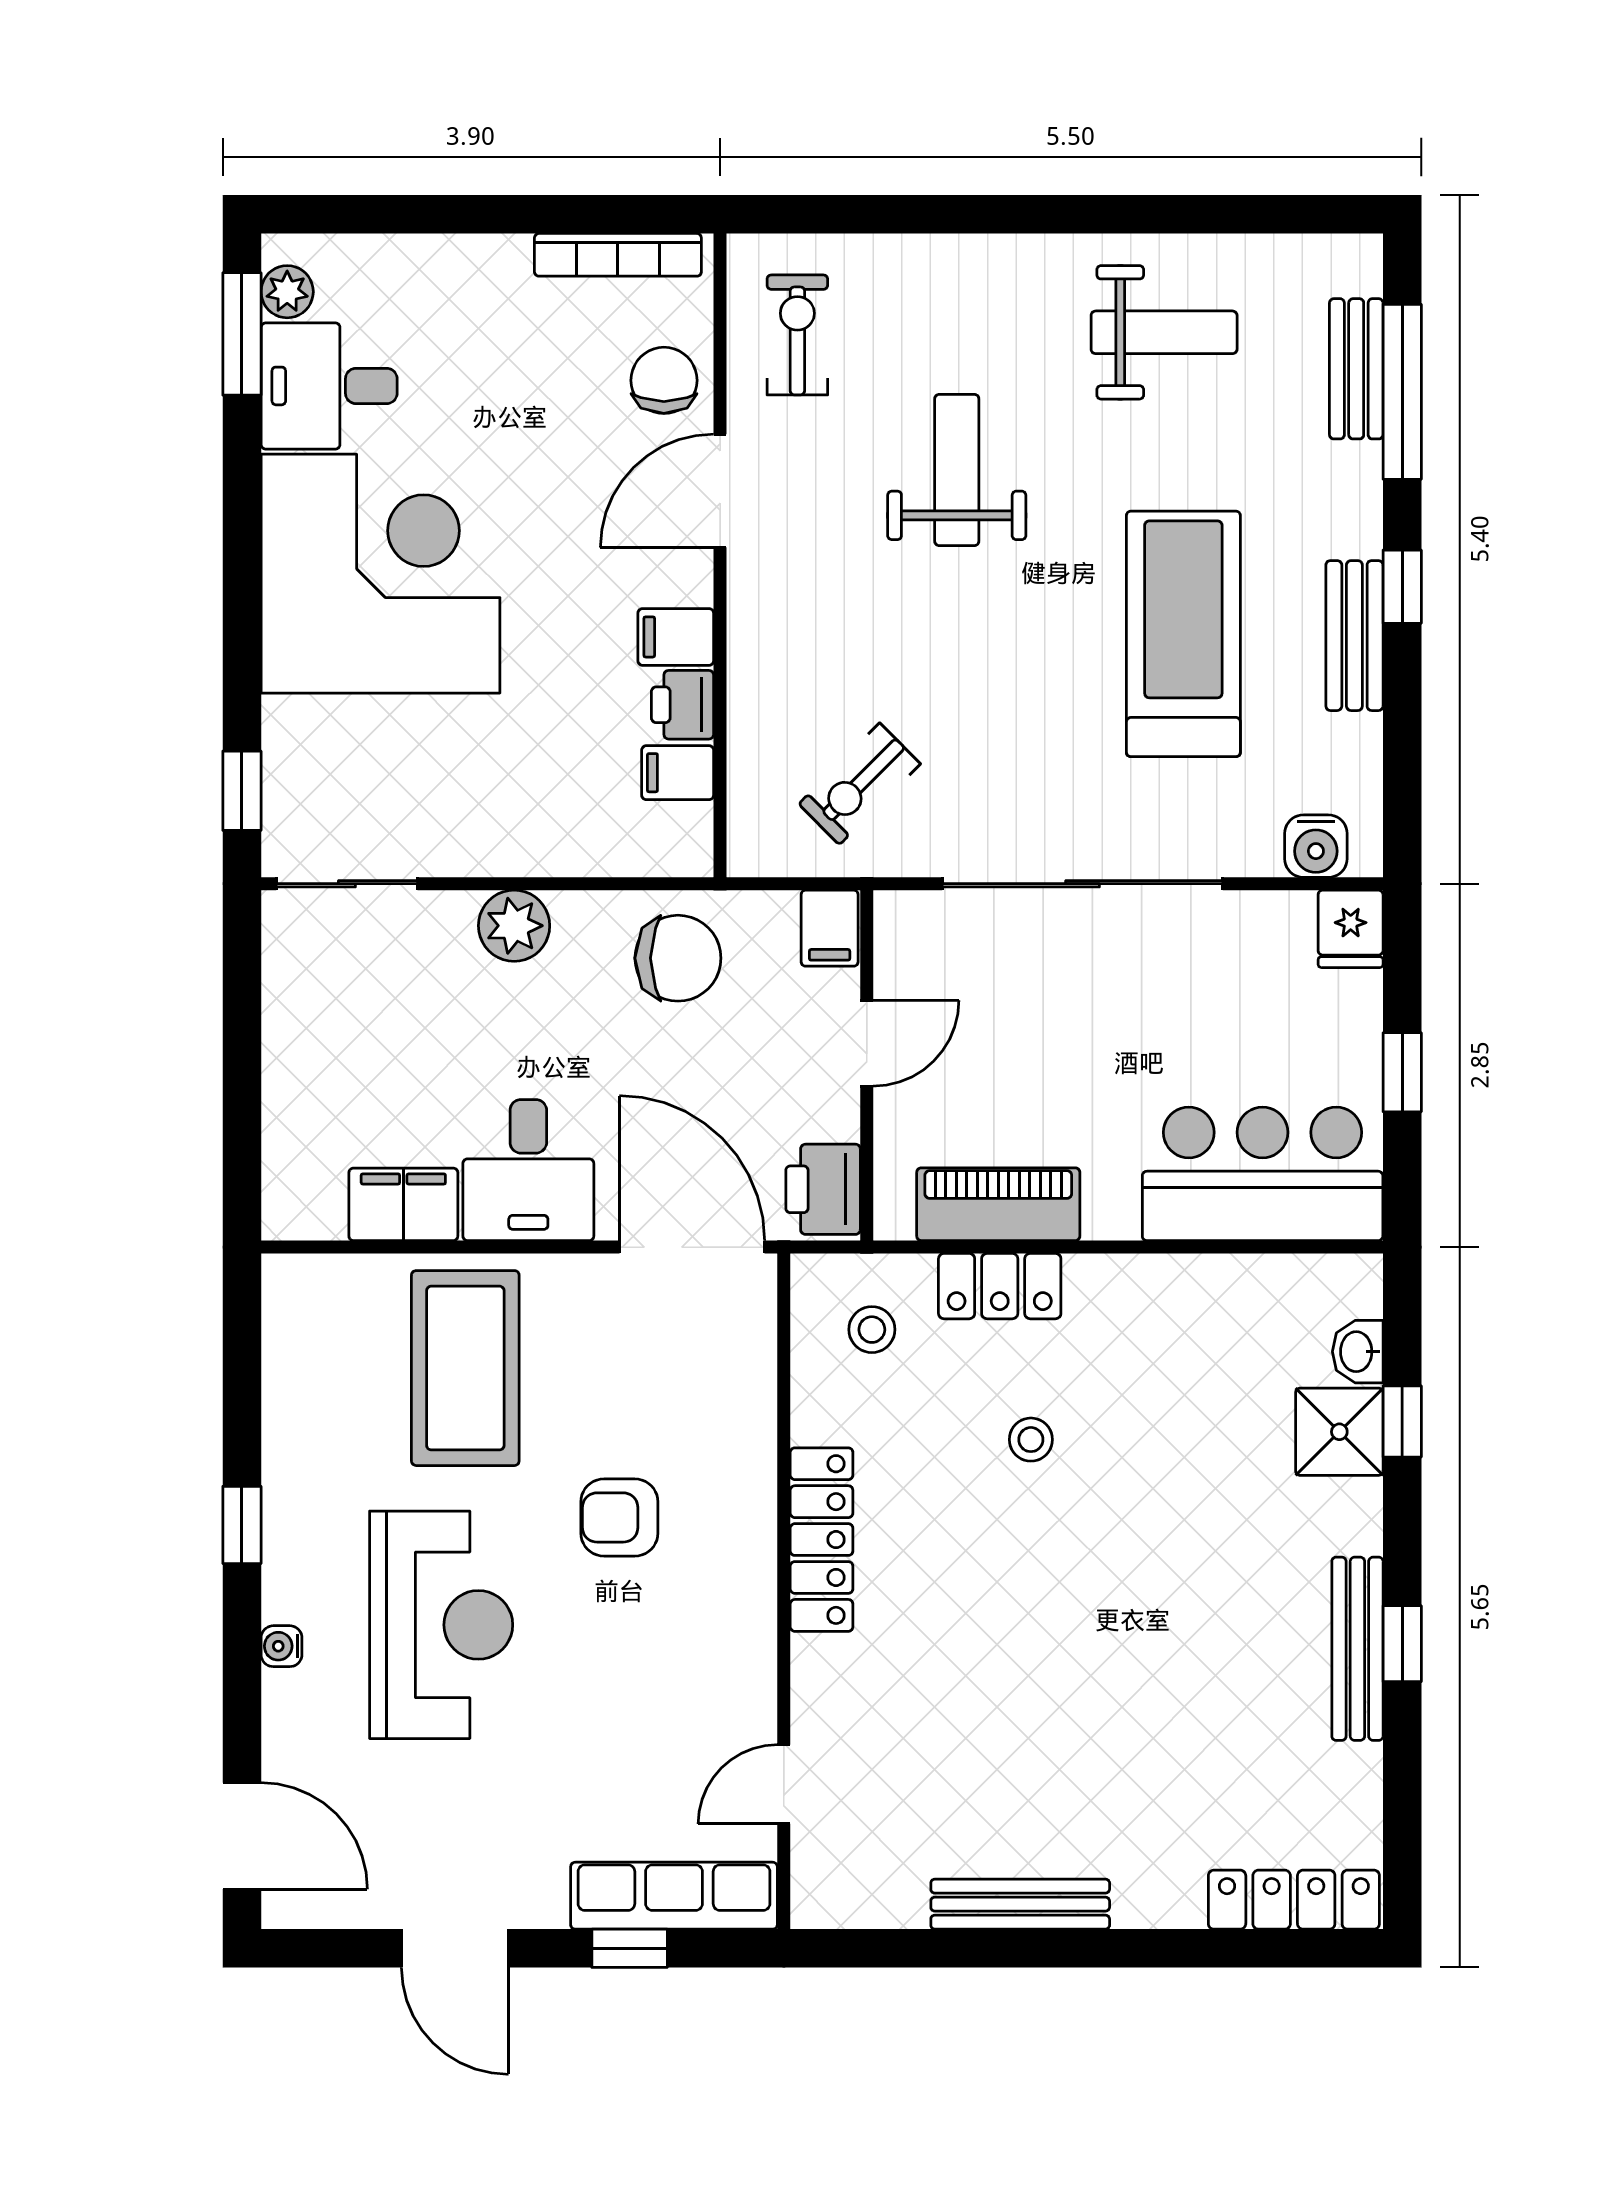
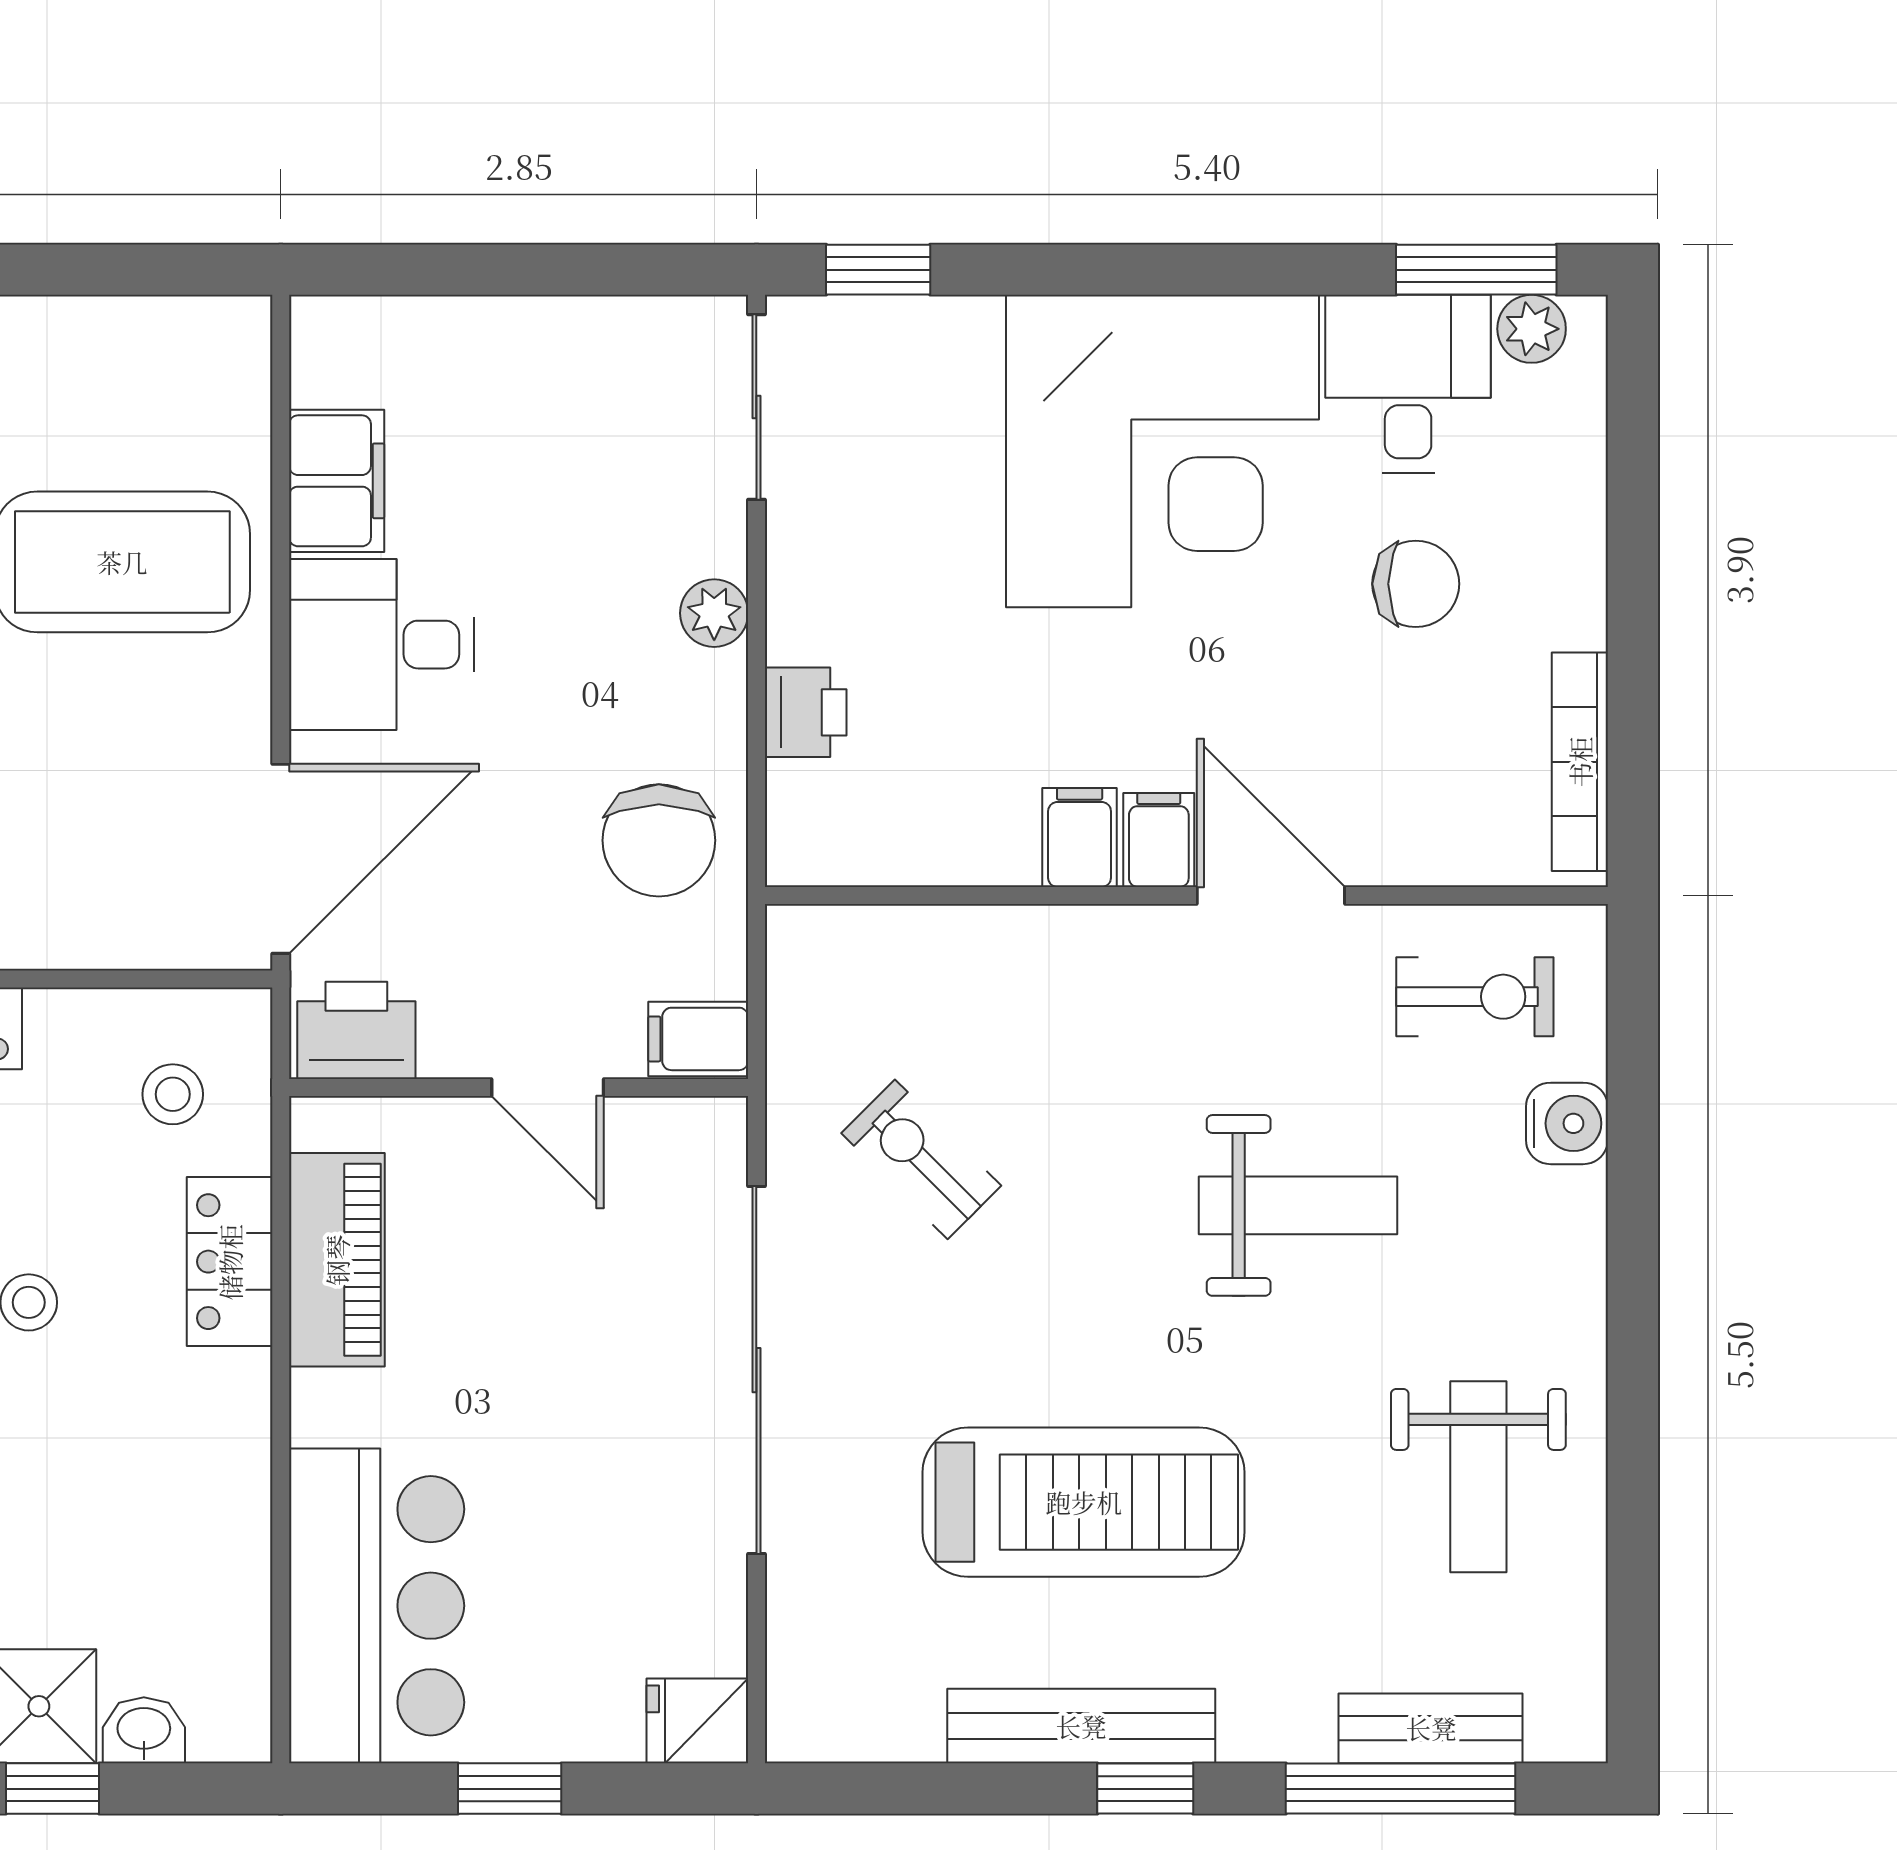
chair: (664, 380) -> (1416, 584), moved
bench: (1354, 636) -> (1081, 1726), width x1.36
printer: (683, 705) -> (806, 712), moved, turned 90
filing cabinet: (678, 773) -> (1159, 840), moved
exercise bike: (860, 784) -> (921, 1159), moved
water cooler: (1316, 846) -> (1567, 1123), moved, turned 180
plant: (514, 926) -> (714, 613), width x0.73, depth x0.73

